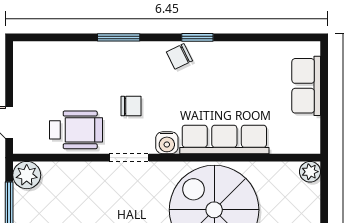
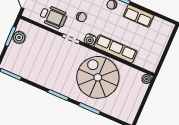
row of seats: (306, 86) -> (138, 16), moved, turned -90
plant: (27, 175) -> (19, 37), moved

